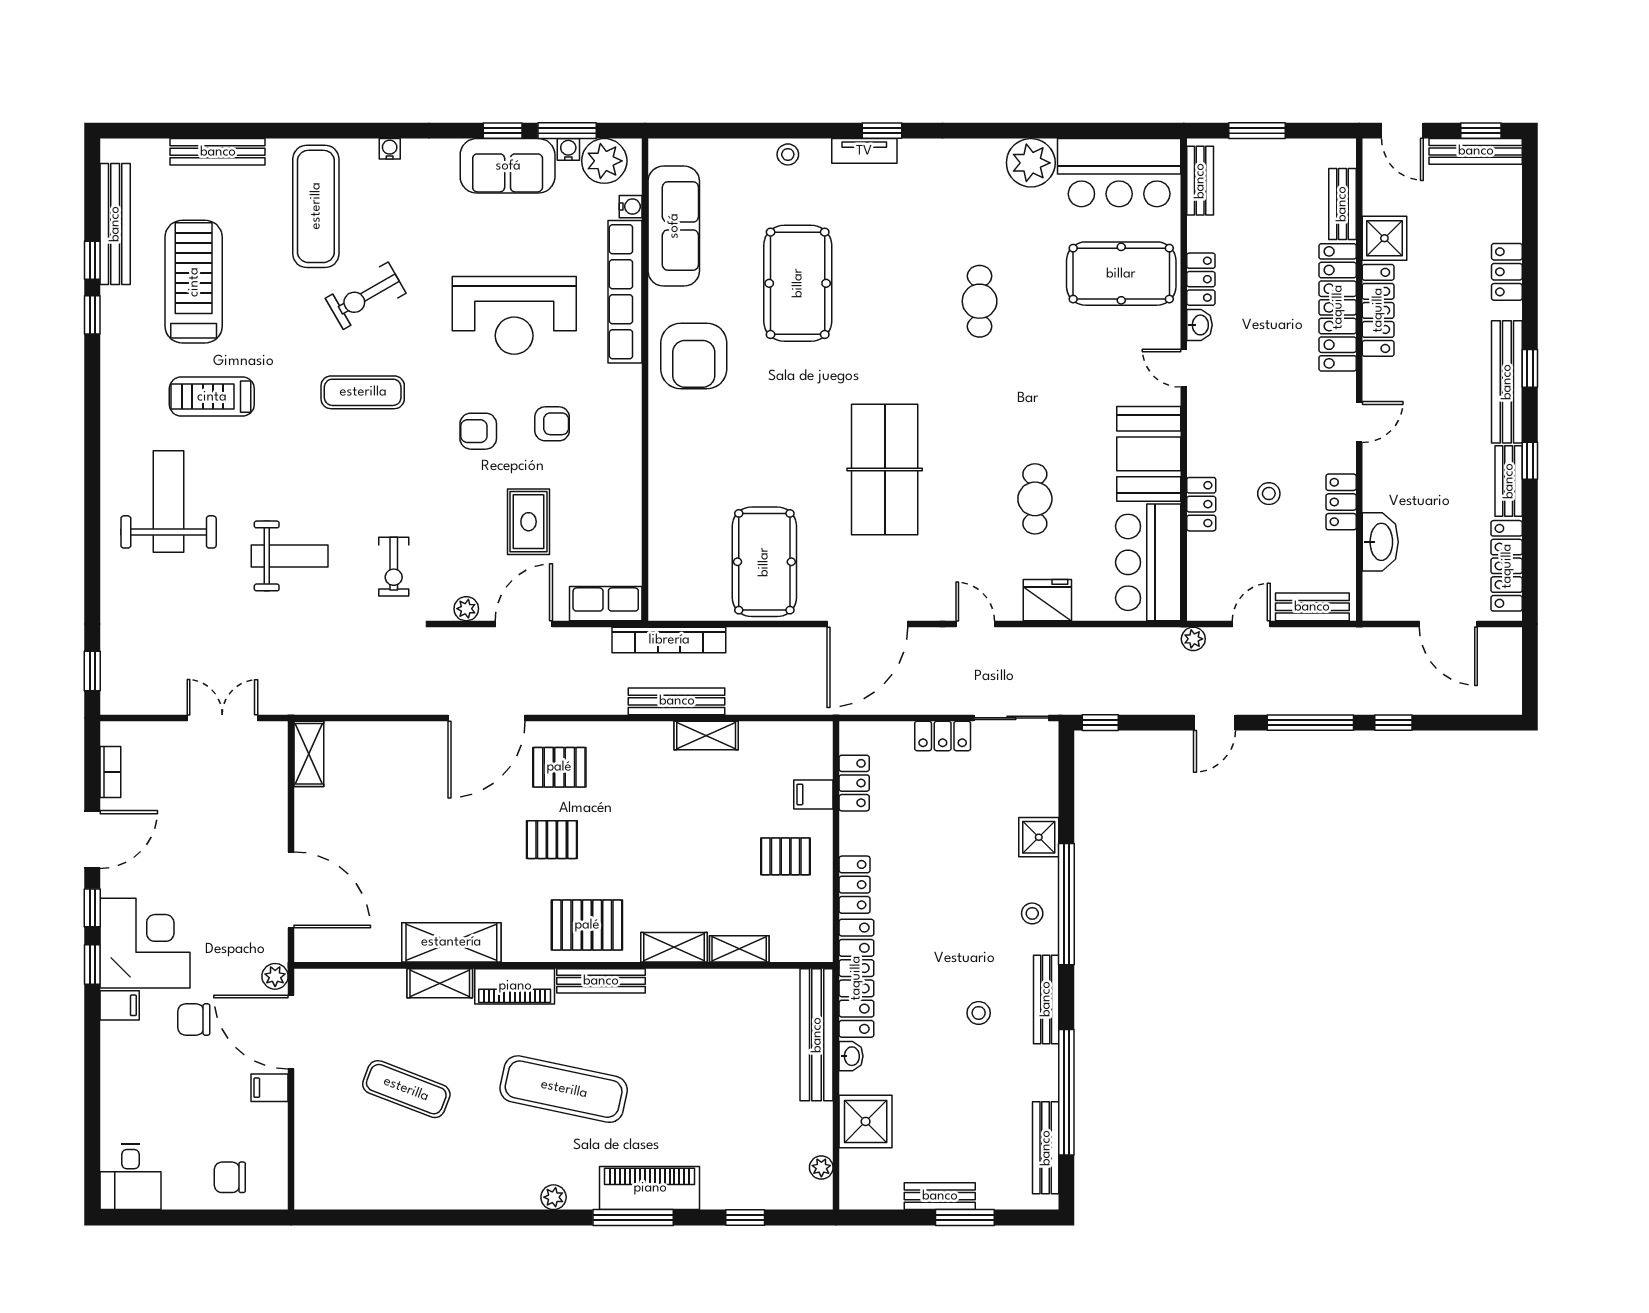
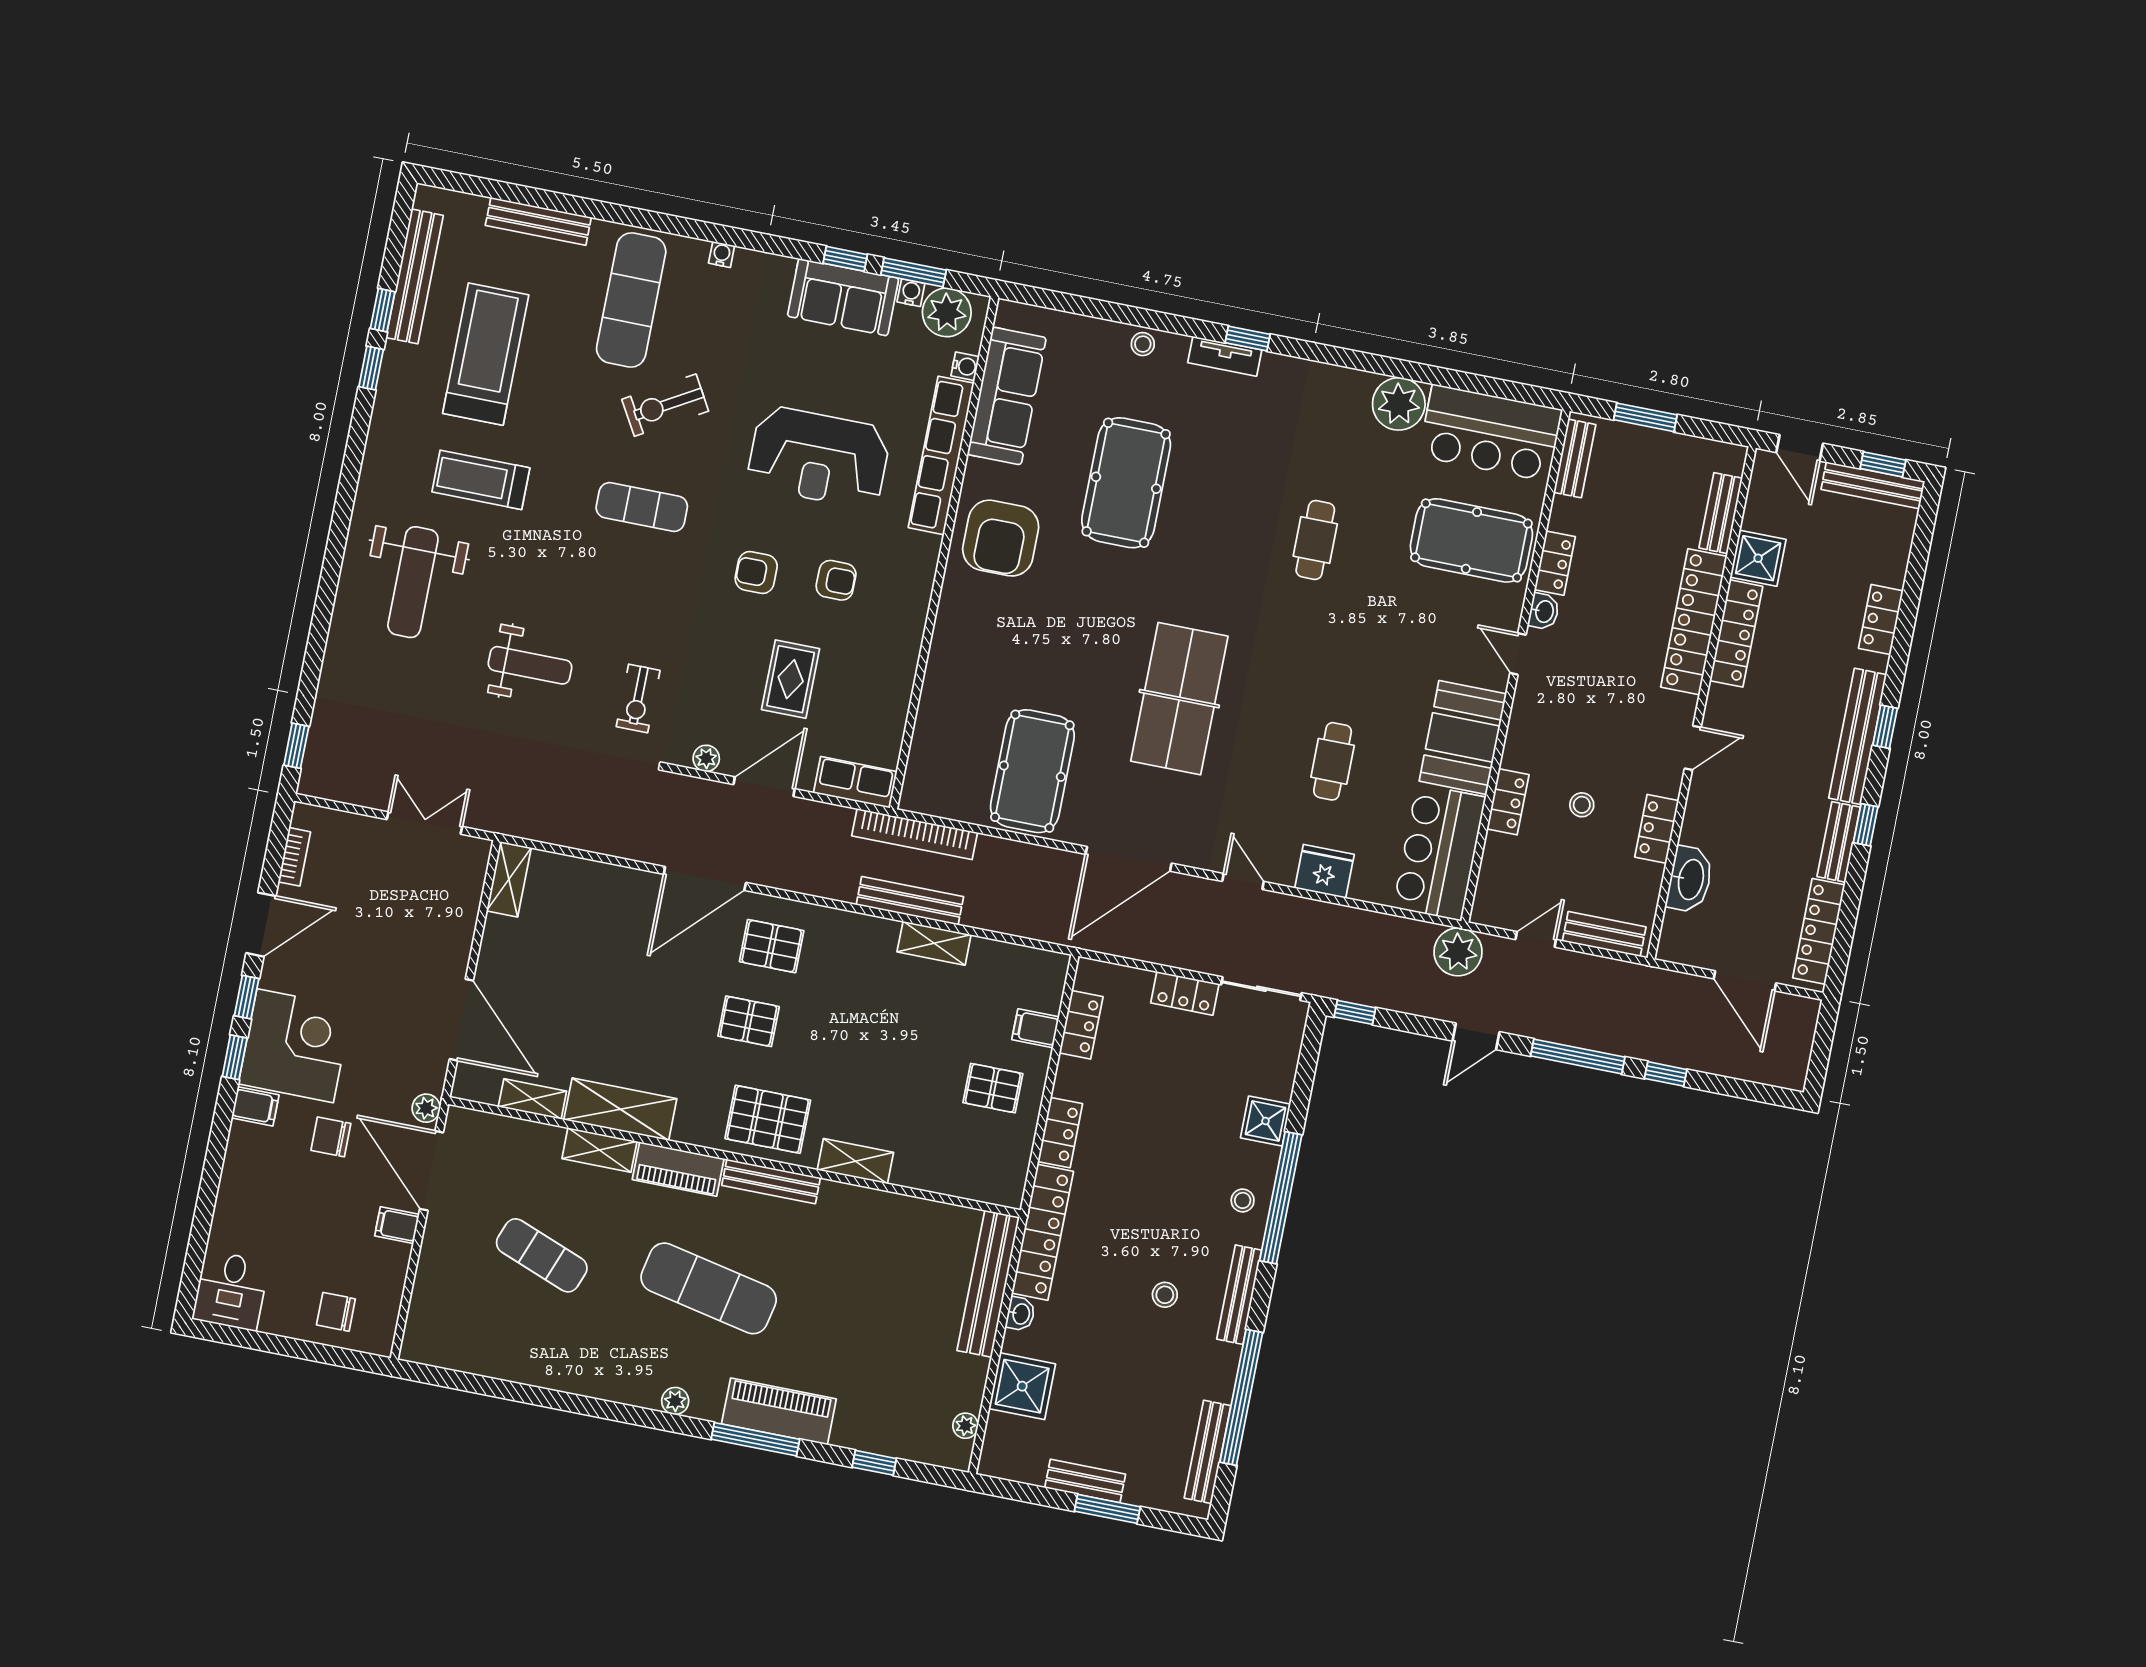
weight bench: (169, 502) -> (413, 582), turned 180
plant: (1193, 639) -> (1458, 952), width x1.88, depth x1.88
shelving: (739, 949) -> (532, 1099), moved

